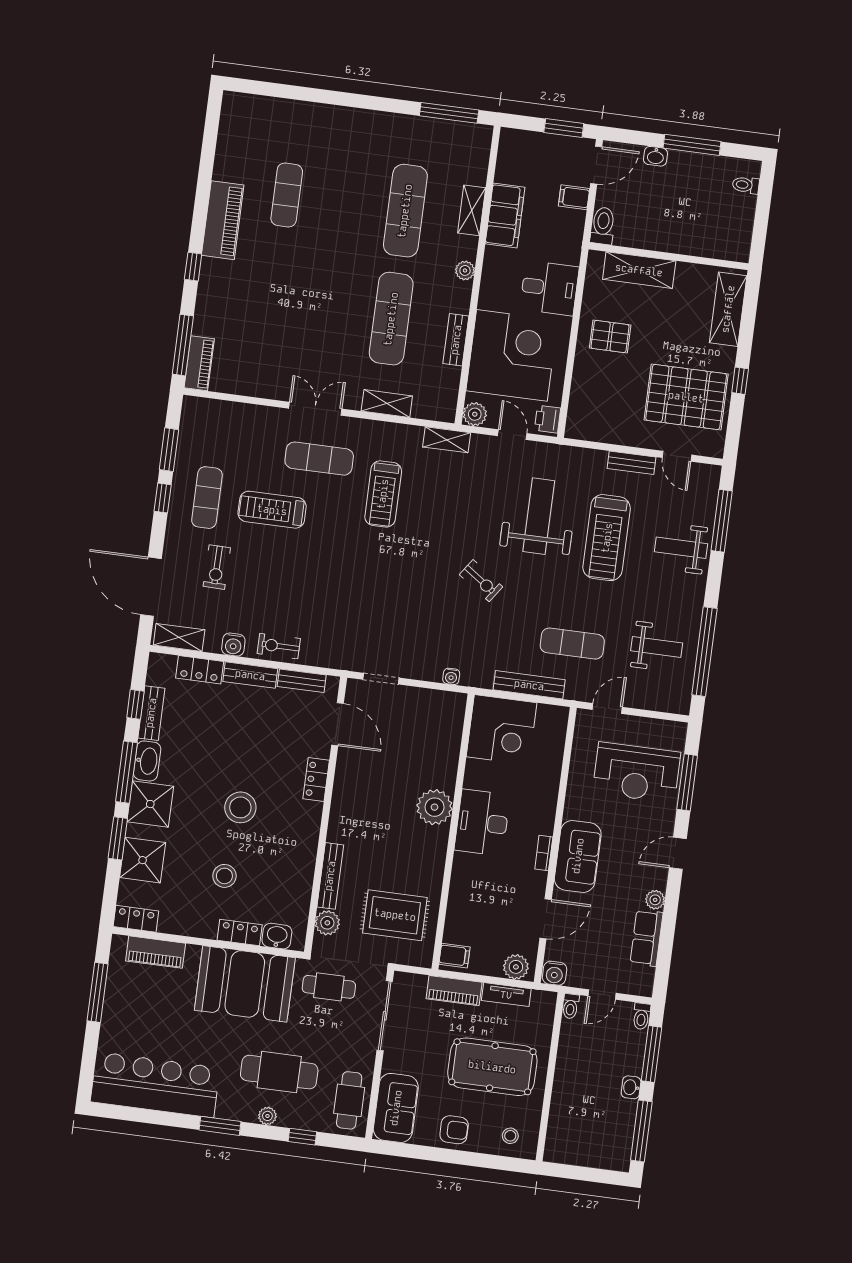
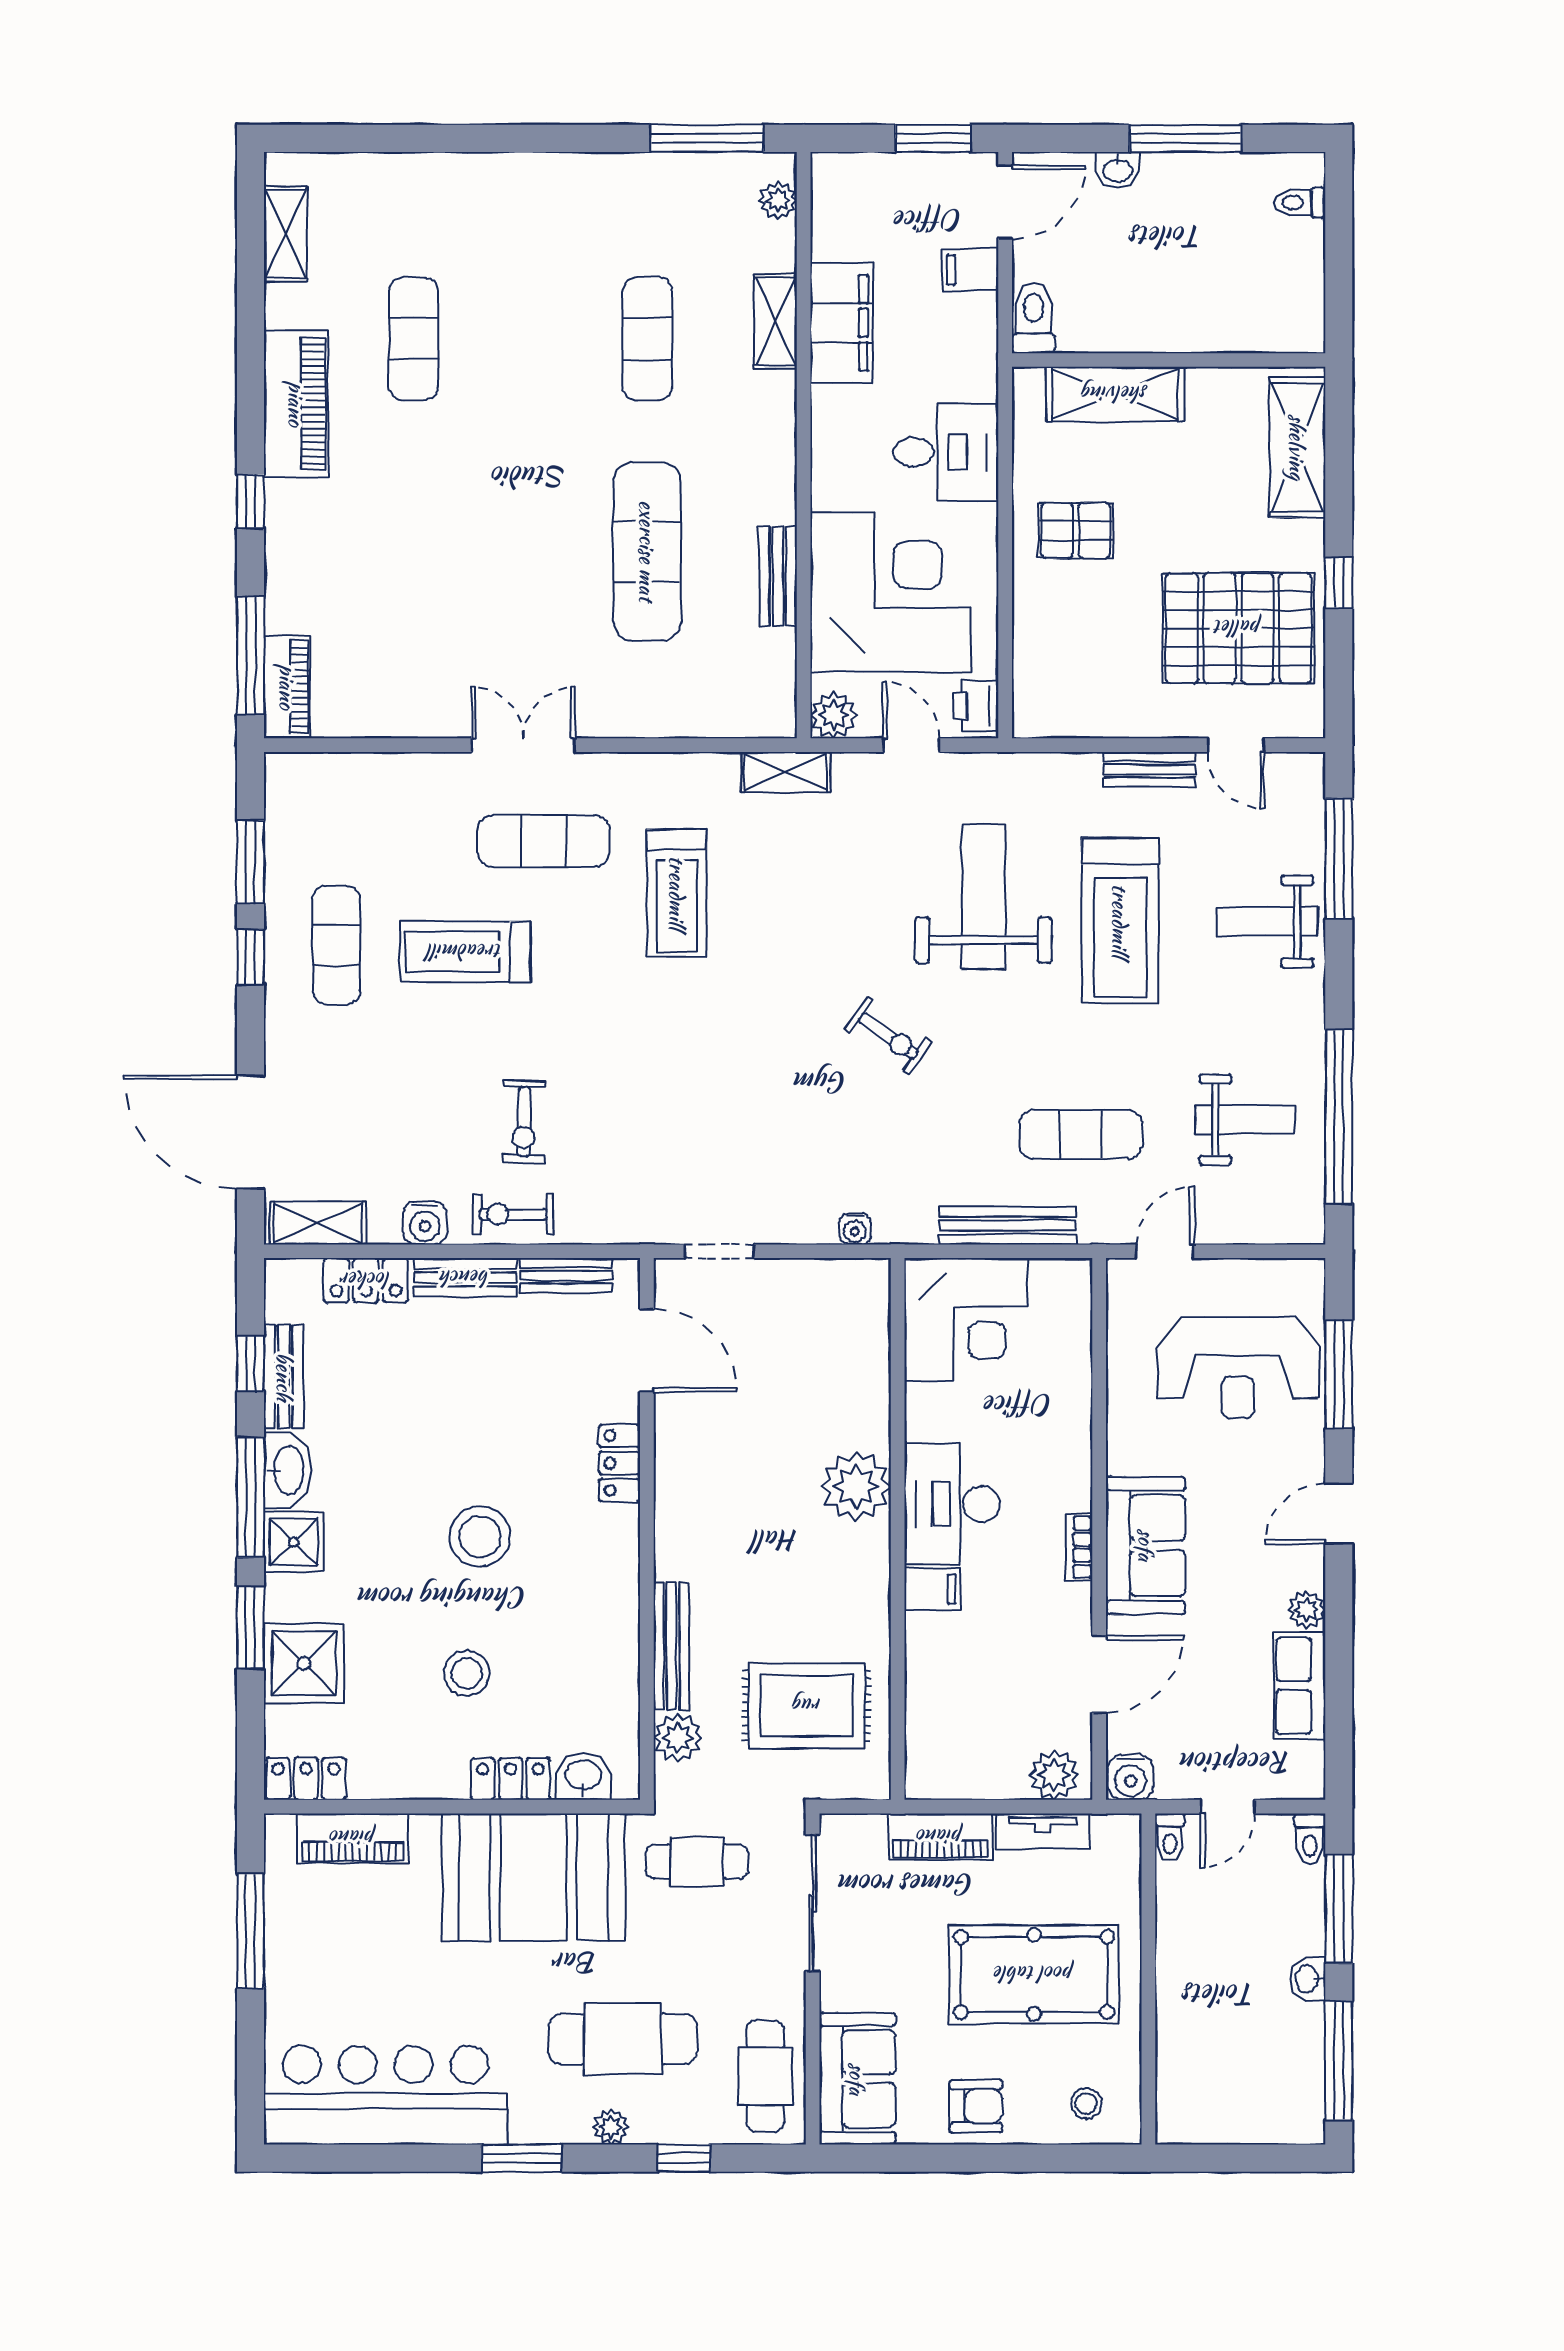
exercise mat: (405, 211) -> (647, 339), width x0.73, depth x0.69
plant: (465, 270) -> (778, 200), moved
shelving: (387, 403) -> (285, 234), moved, turned 90
exercise bike: (217, 567) -> (524, 1122), moved
shower: (150, 804) -> (294, 1542), width x0.73, depth x0.73
filing cabinet: (454, 956) -> (932, 1589), moved

